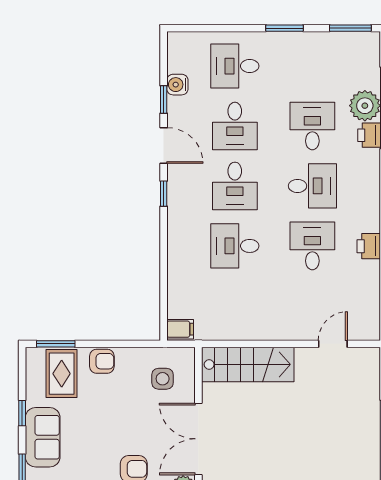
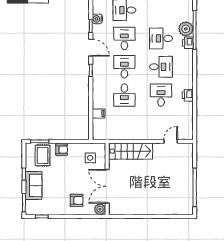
desk: (235, 126) -> (124, 38), turned 180
desk: (312, 126) -> (161, 38), turned -90
desk: (235, 186) -> (124, 67), turned 180
desk: (235, 246) -> (124, 95), turned -90
filing cabinet: (180, 329) -> (99, 114), moved

